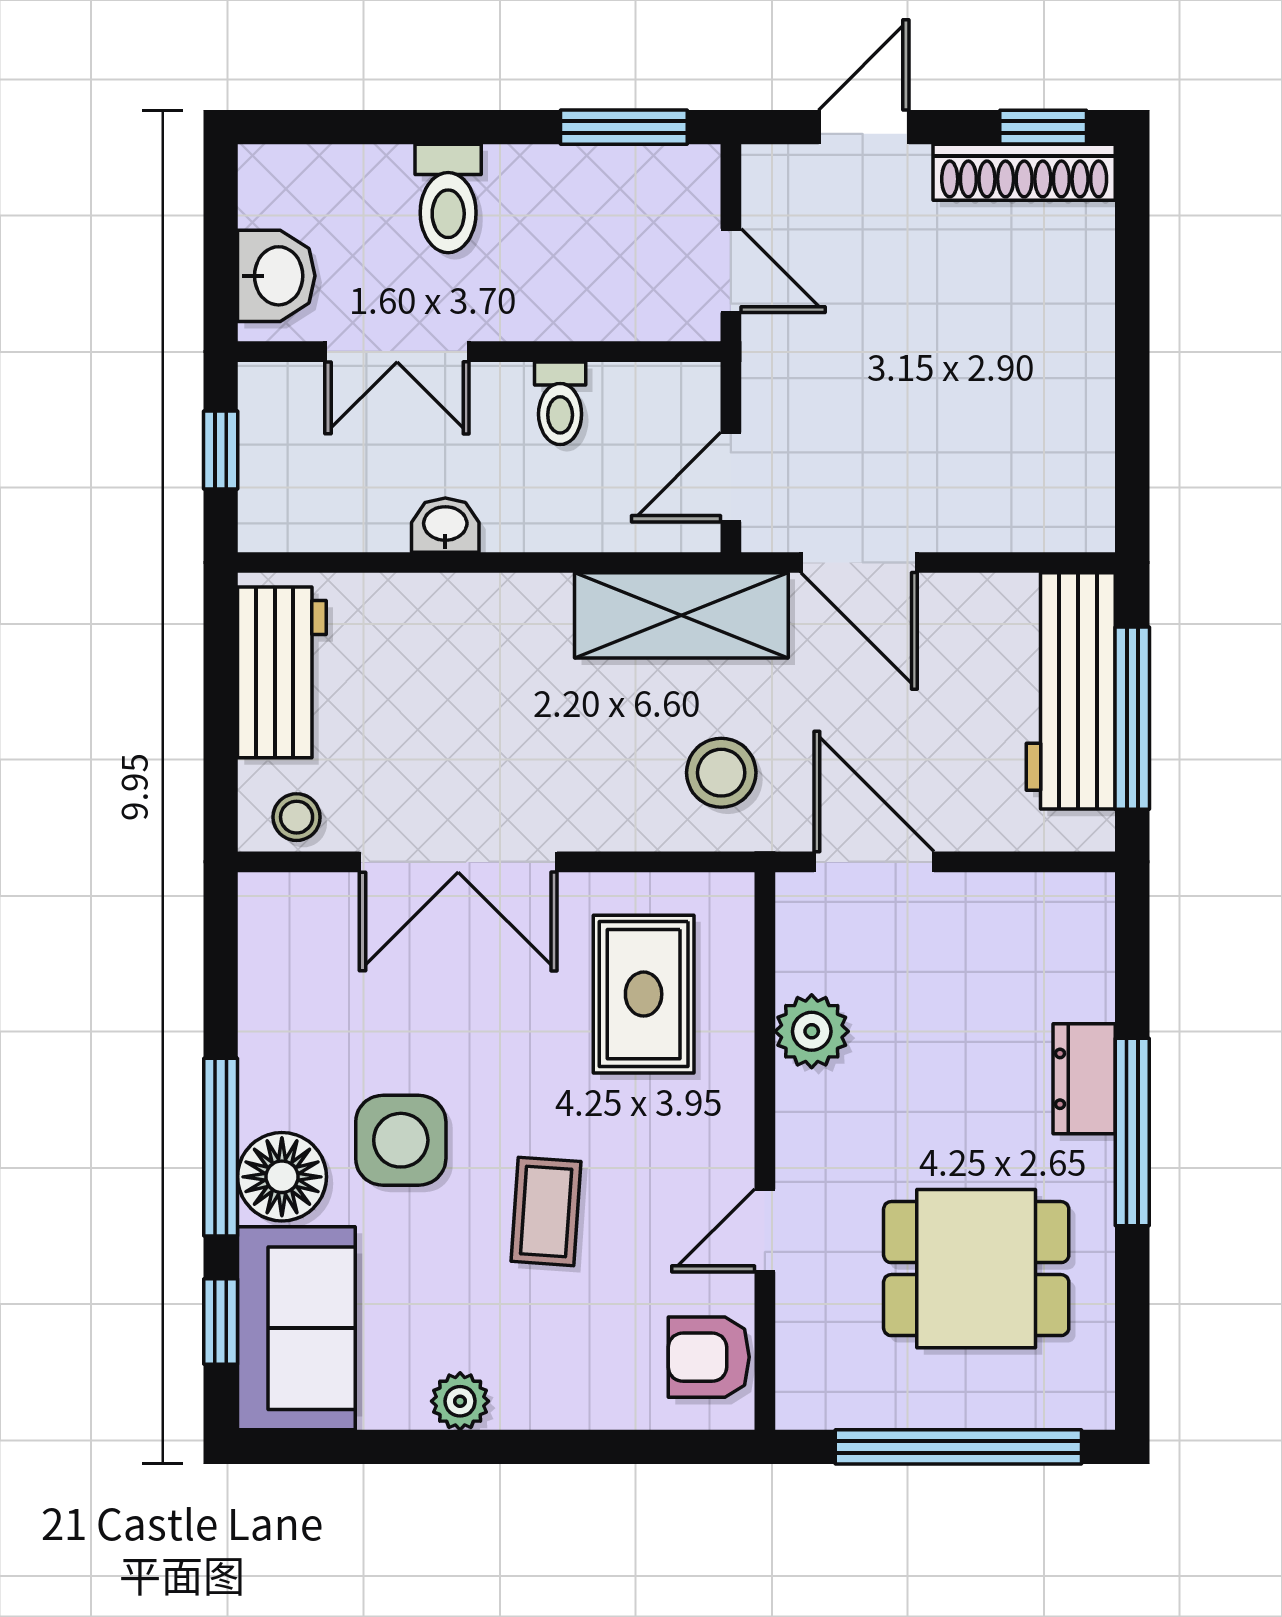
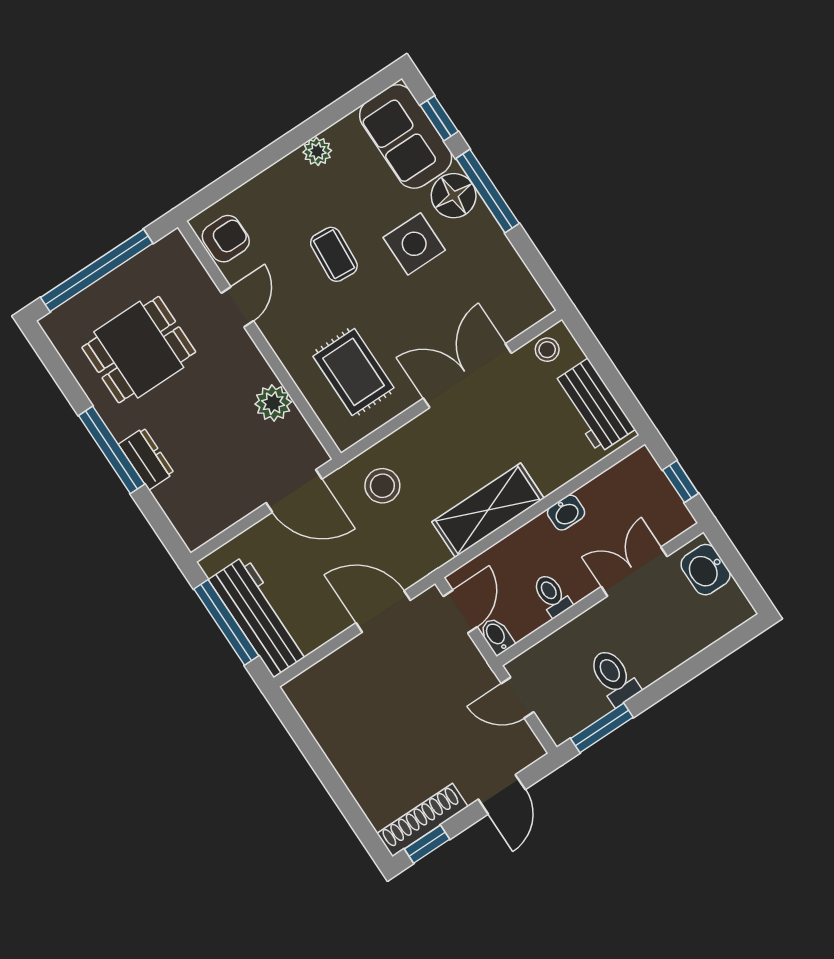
toilet: (448, 198) -> (614, 677), moved
bidet: (697, 396) -> (497, 636), added
shelving: (681, 615) -> (488, 510), moved

